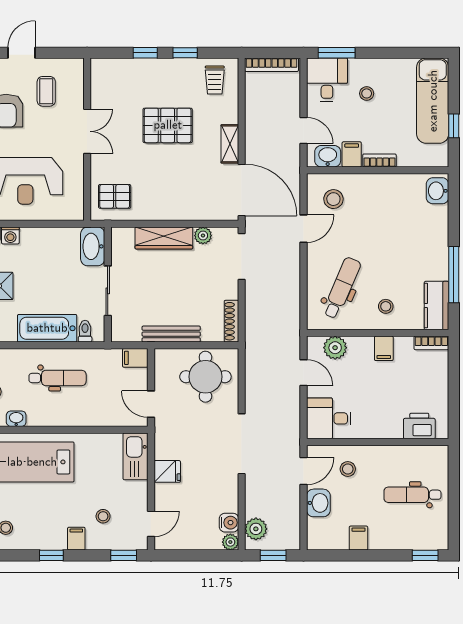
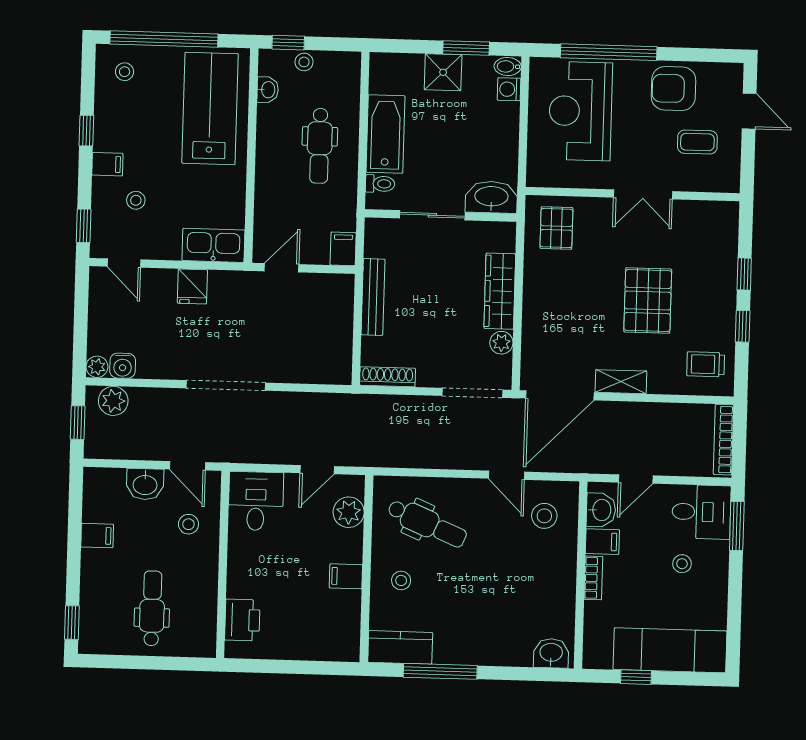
bookcase: (431, 343) -> (351, 639), removed
round table: (205, 377) -> (316, 340), removed

